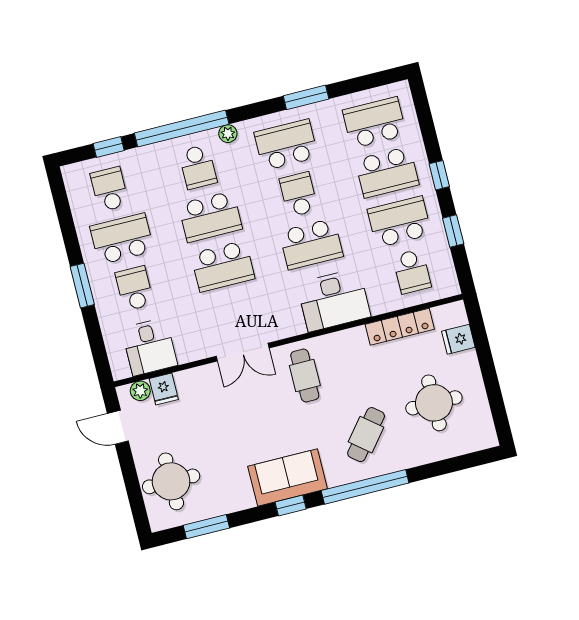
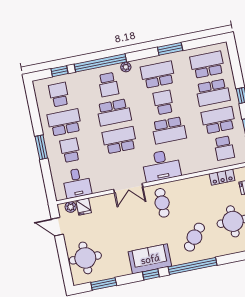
school desk: (223, 266) -> (120, 140), turned 180
desk: (334, 300) -> (161, 166), moved
locker: (400, 327) -> (222, 177), width x0.66

